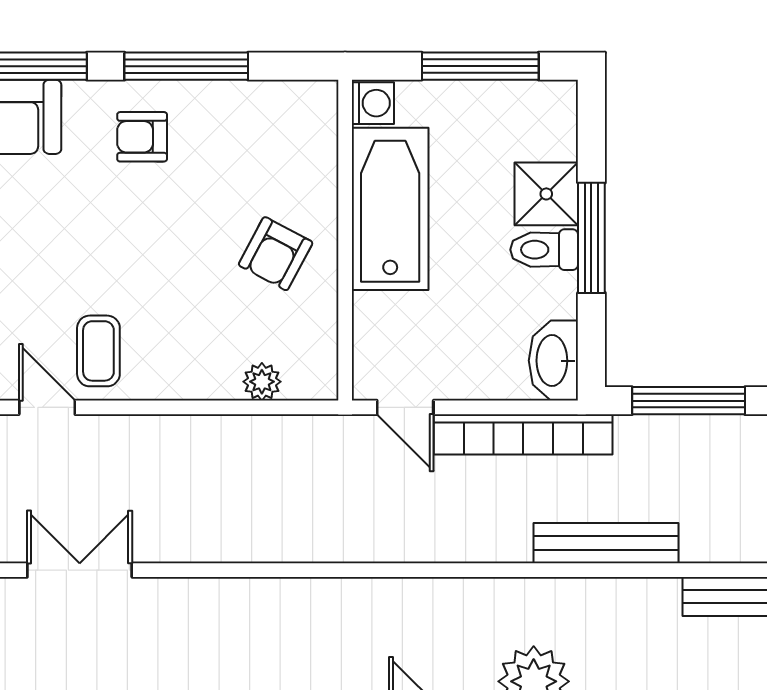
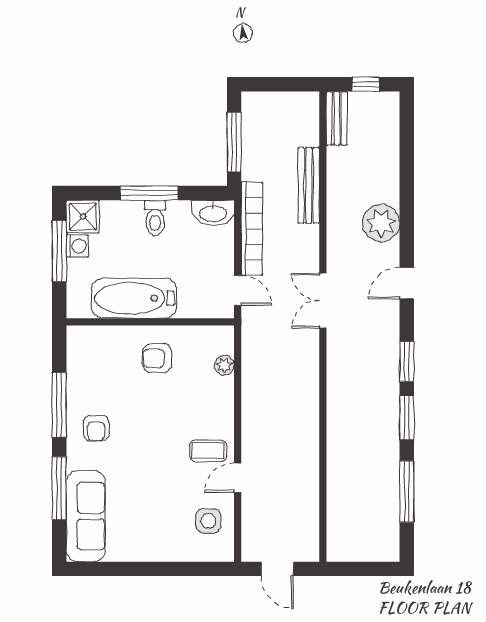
washing machine: (373, 103) -> (77, 246), moved, turned 90
shower: (546, 194) -> (83, 217), moved
armchair: (276, 254) -> (157, 358), turned 152
door: (405, 407) -> (238, 290), hinge flipped
double door: (80, 570) -> (323, 301), moved

